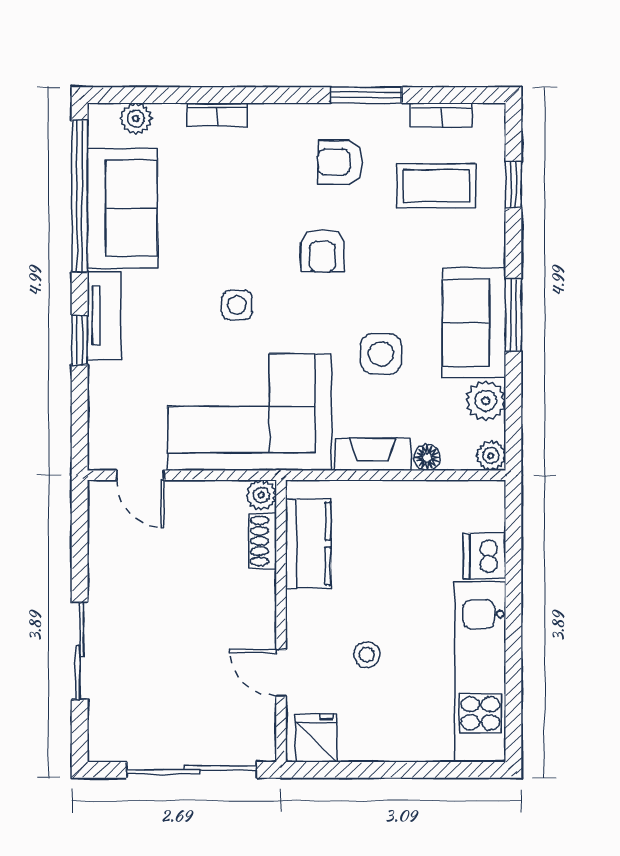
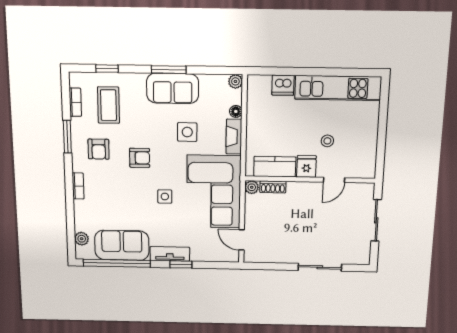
bookcase: (217, 115) -> (78, 186), moved
plant: (486, 401) -> (209, 83), removed
door: (140, 475) -> (242, 240), swing flipped
fridge: (316, 738) -> (306, 166), moved, turned 90
sliding door: (192, 770) -> (376, 220), width x0.73

